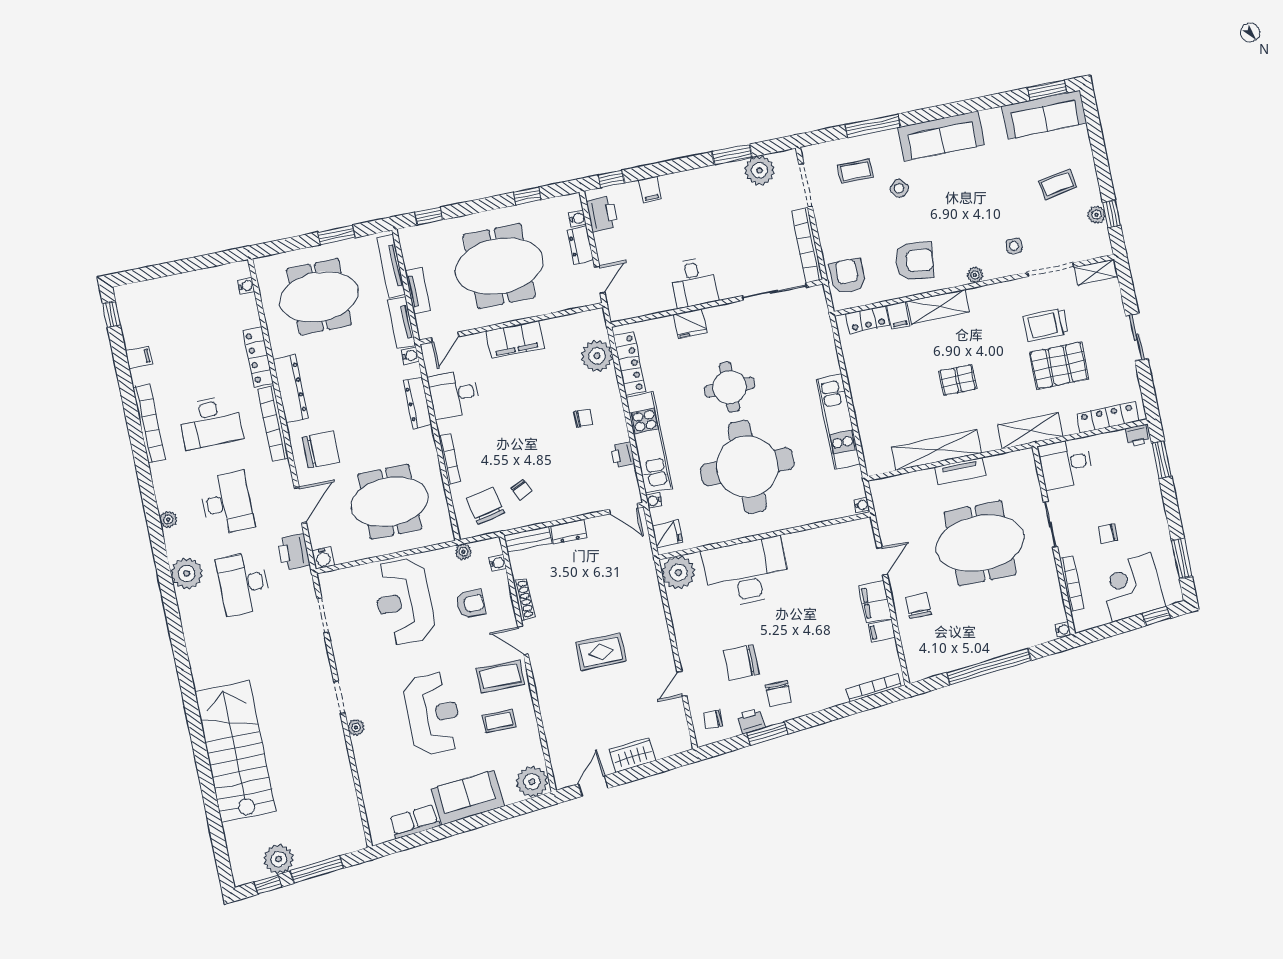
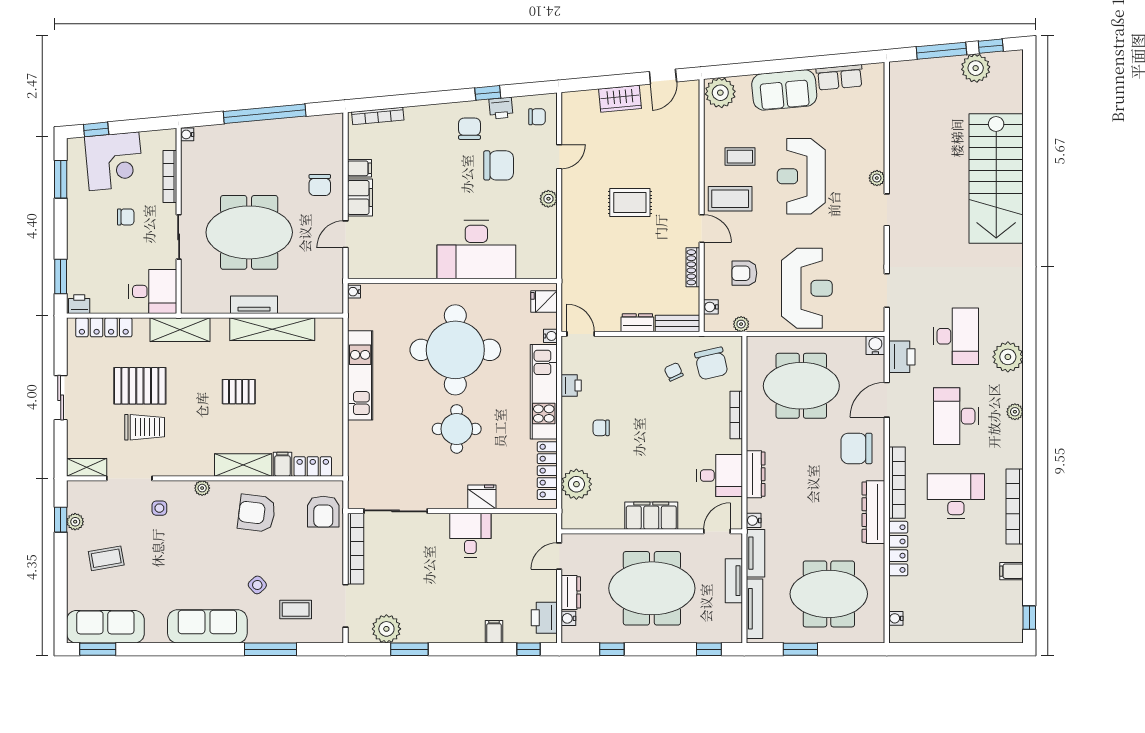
plant: (678, 573) -> (548, 199), moved, width x0.53, depth x0.53
window: (767, 733) -> (488, 93), width x0.67

